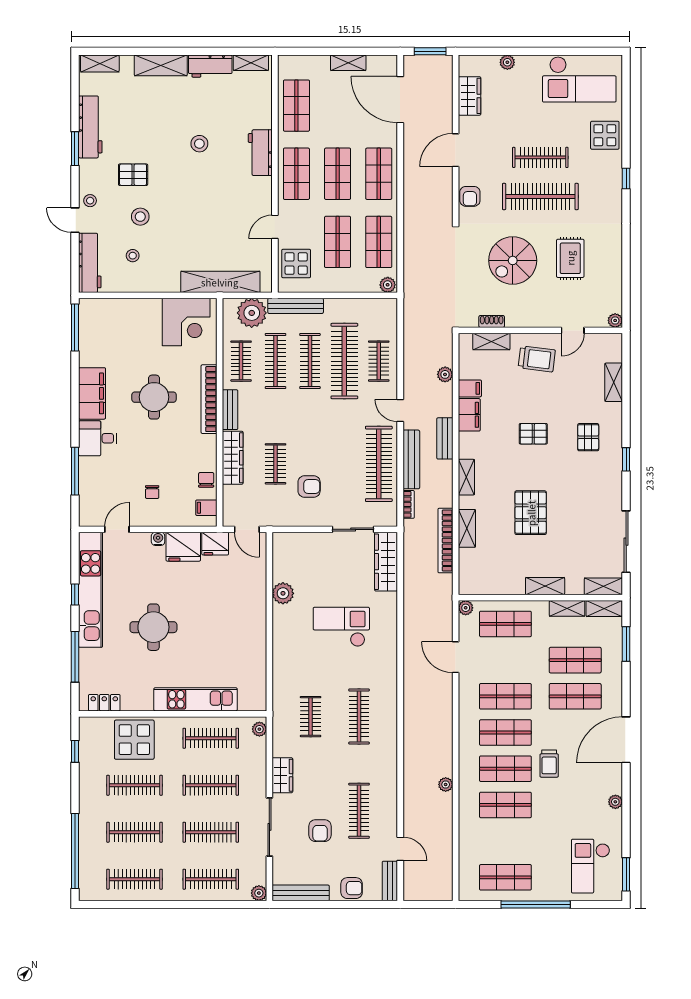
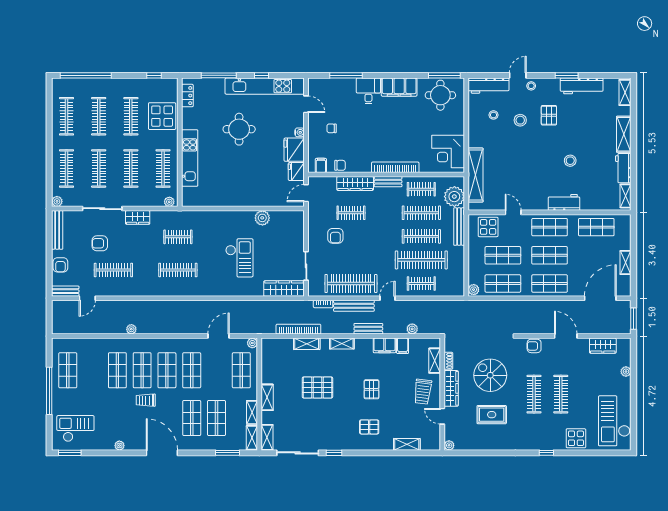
clothes rail: (540, 197) -> (534, 394), width x0.73, depth x0.76
wardrobe: (532, 317) -> (451, 388), added
round table: (154, 397) -> (440, 95), moved
window: (626, 459) -> (334, 453), moved

